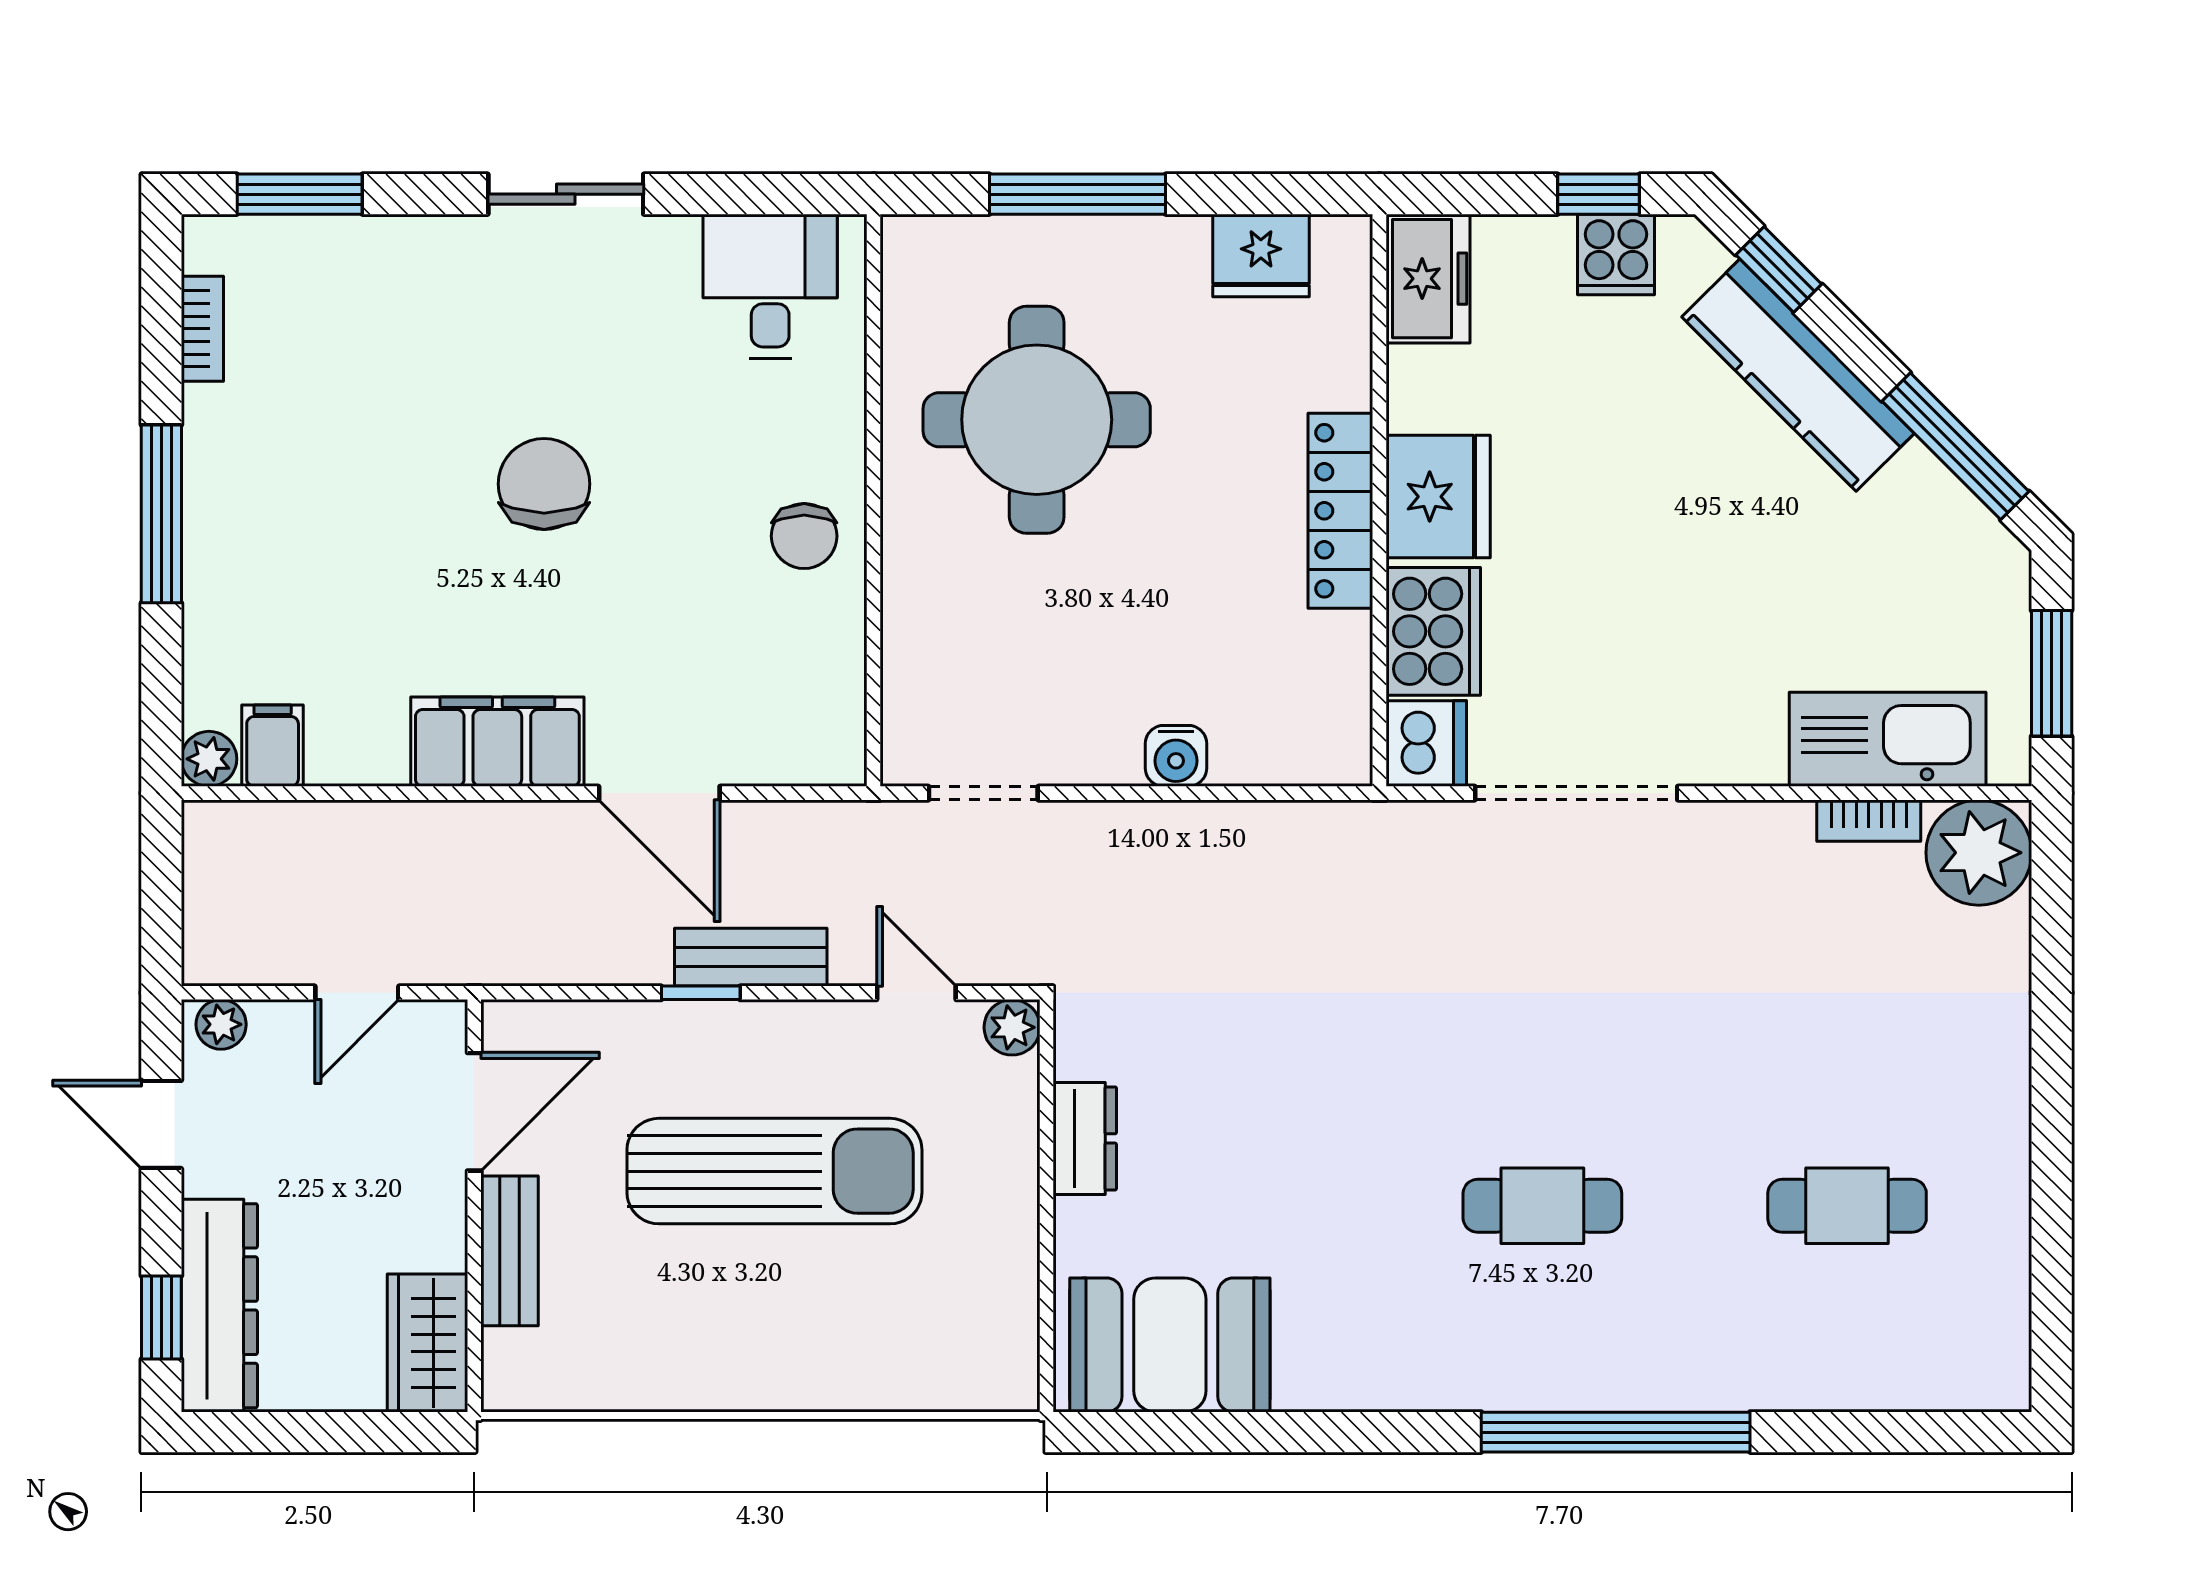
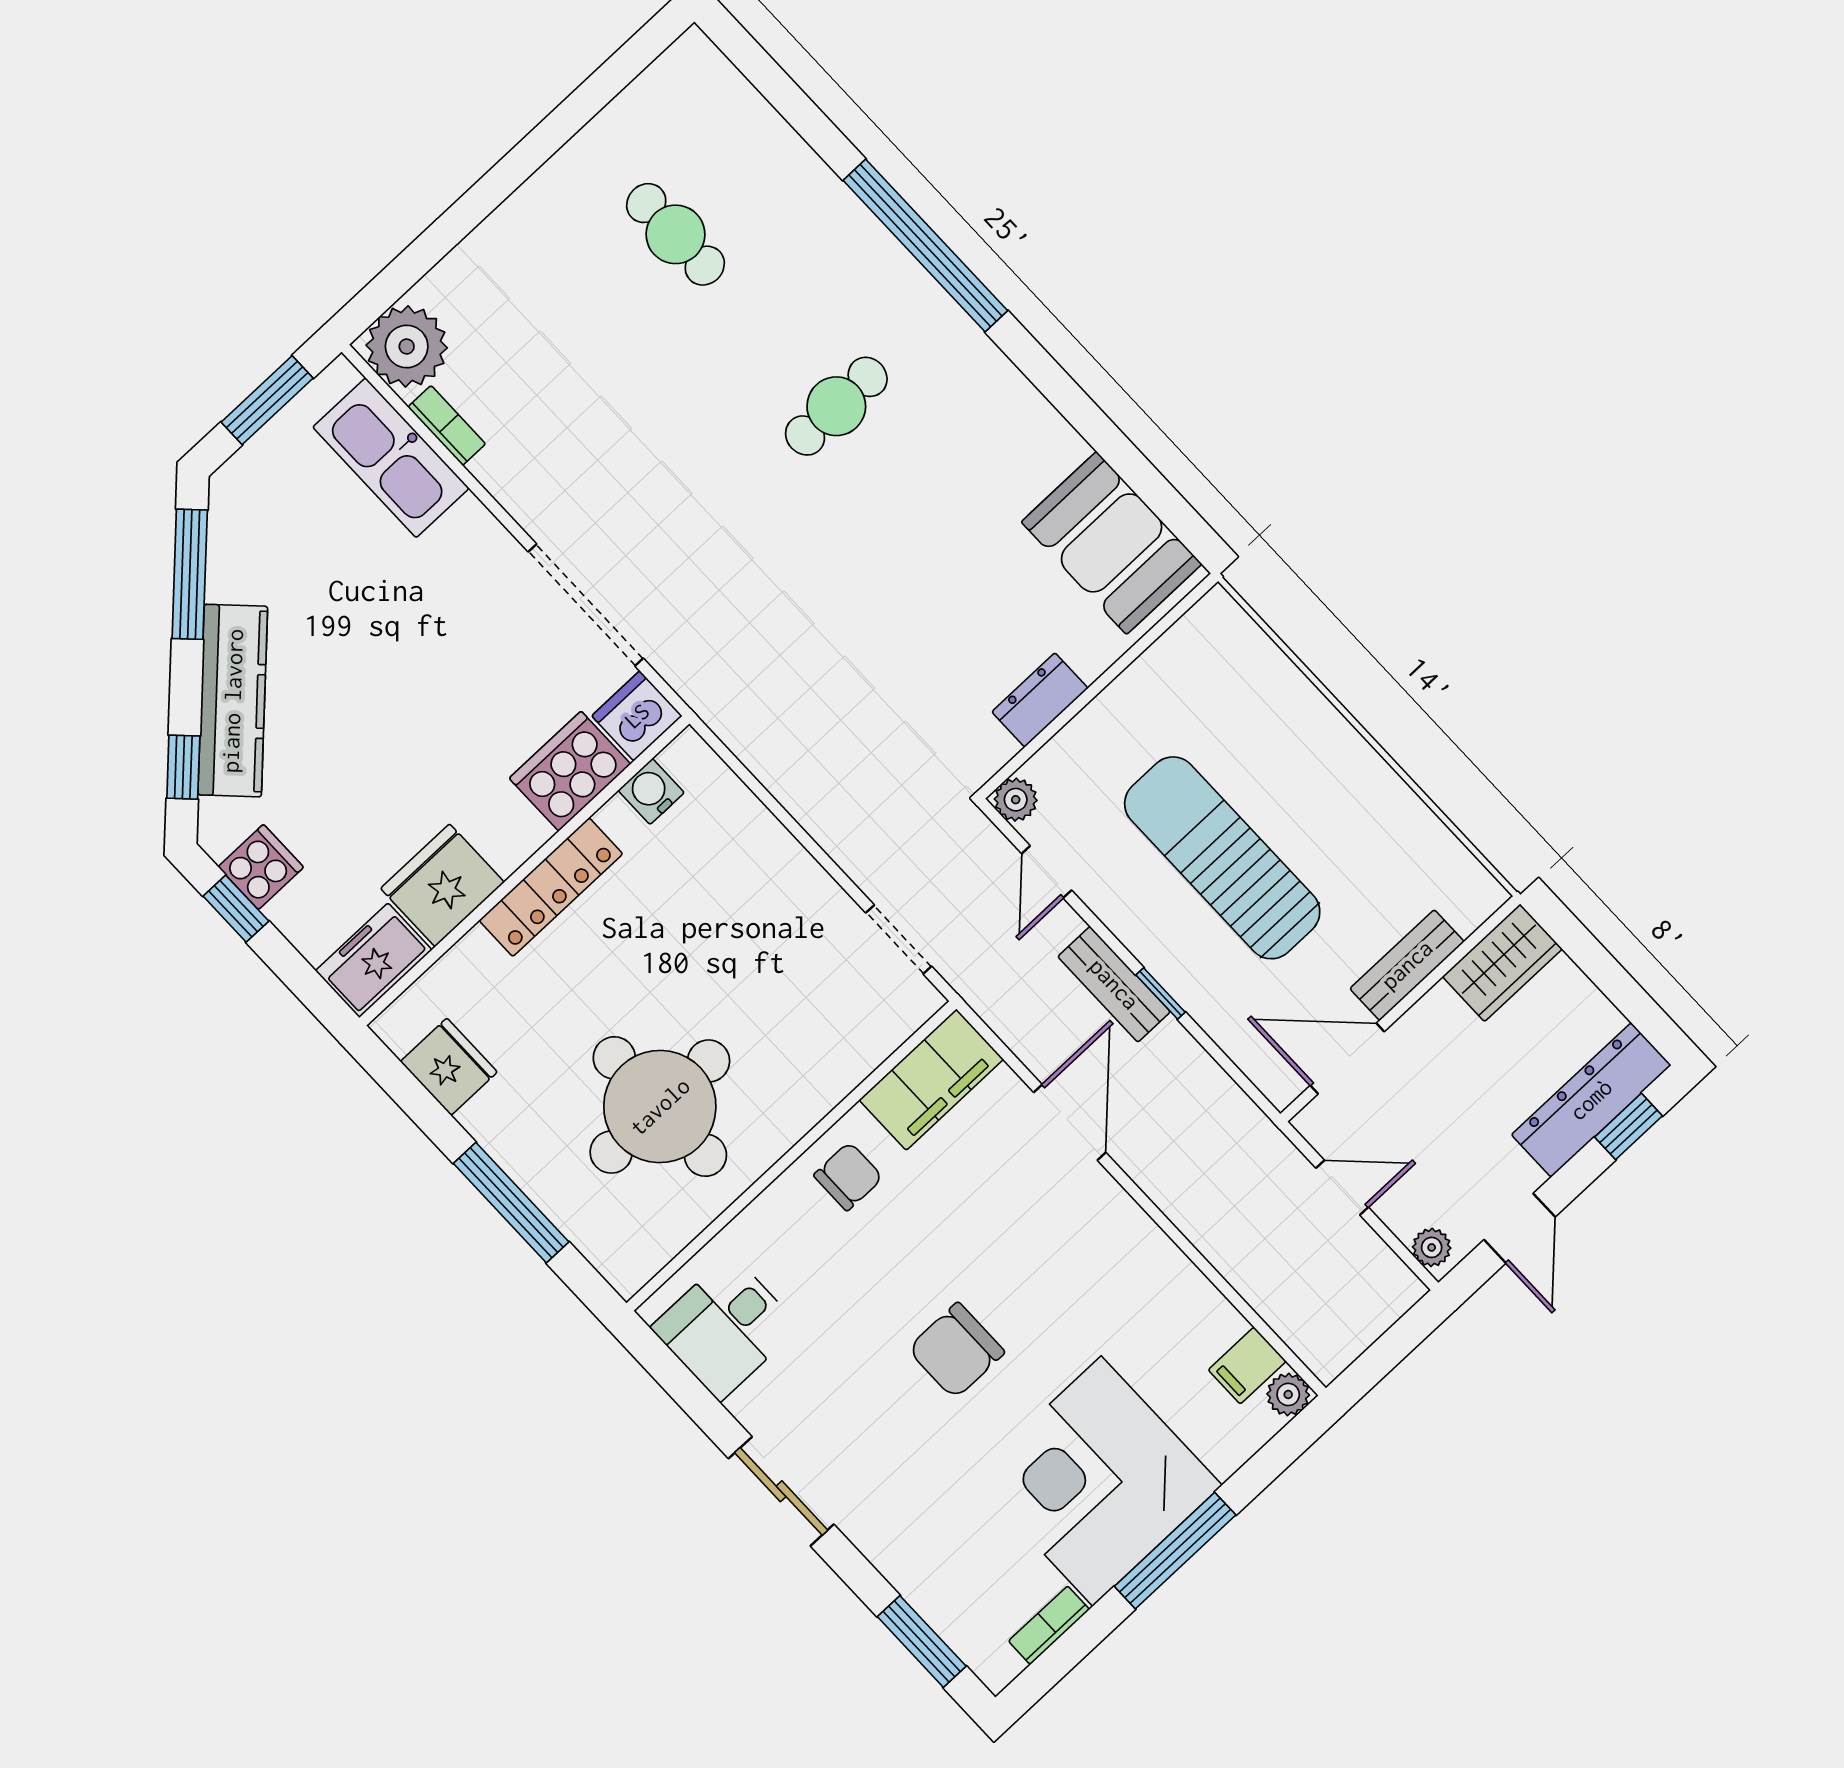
fridge: (1438, 497) -> (442, 885), moved
corner desk: (296, 502) -> (1097, 1481), added
filing cabinet: (497, 742) -> (931, 1080), moved, turned -90
water cooler: (1176, 756) -> (651, 791), moved, turned -90
cafe table: (1542, 1206) -> (836, 406), turned 90

